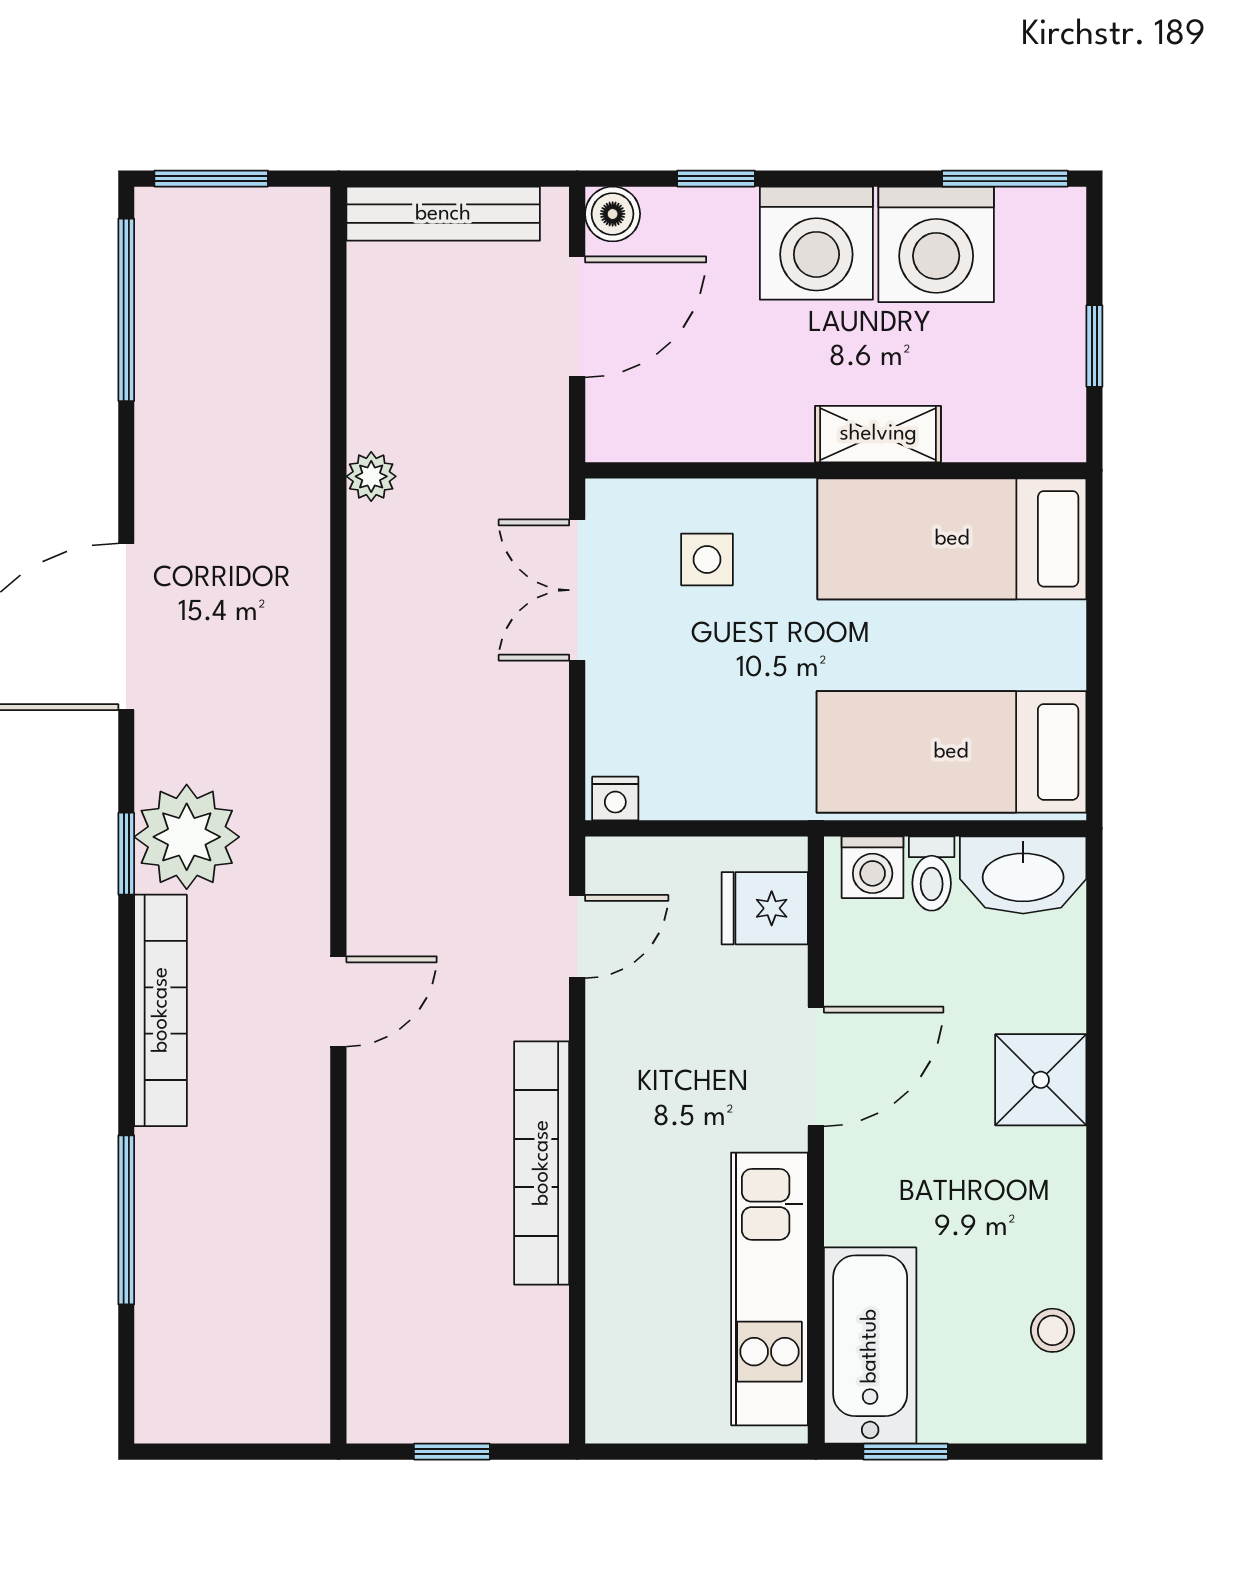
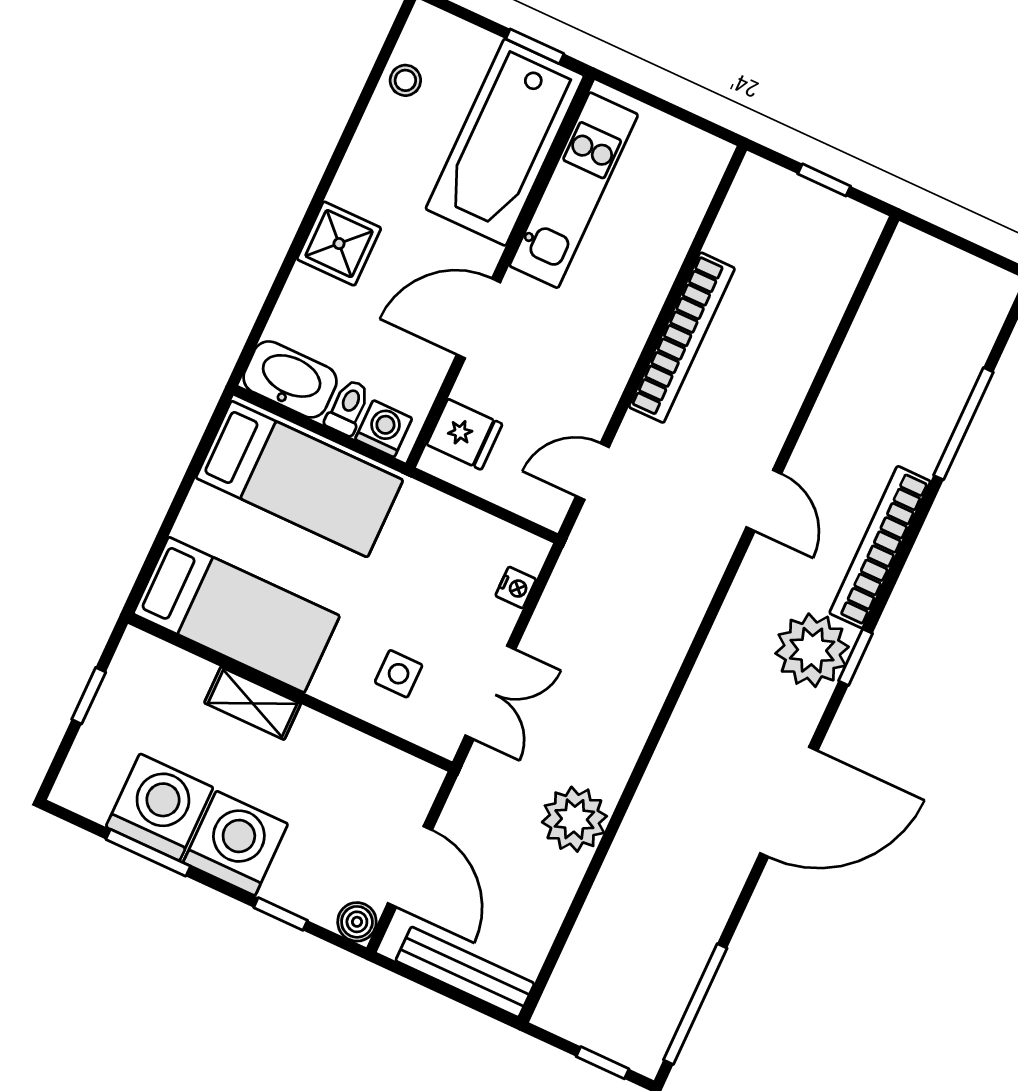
window: (211, 179) -> (603, 1063), width x0.67
window: (1005, 179) -> (148, 853), moved
door: (577, 317) -> (410, 867), swing flipped
plant: (371, 476) -> (574, 819), width x1.88, depth x1.88
nightstand: (615, 799) -> (516, 587), moved, turned 90
door: (338, 1001) -> (764, 500), swing flipped
bathtub: (870, 1346) -> (505, 142), width x1.36, depth x1.36

